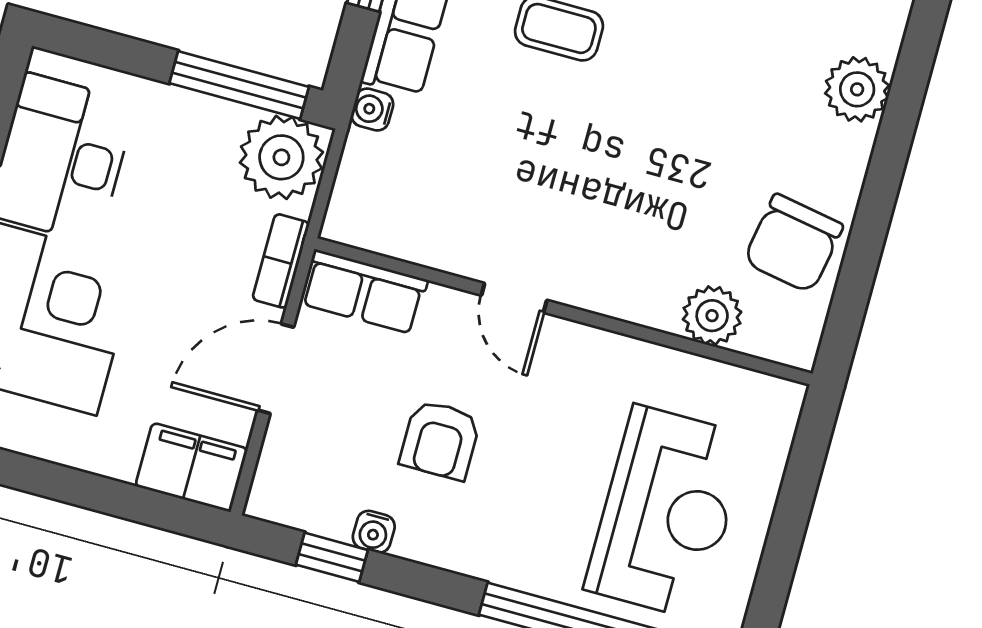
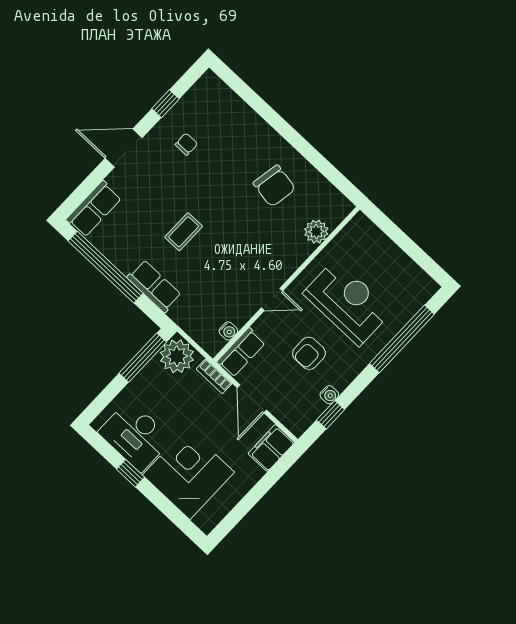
plant: (857, 89) -> (263, 136), removed
water cooler: (372, 110) -> (228, 331), moved, turned -90
chair: (793, 243) -> (274, 186), moved
armchair: (440, 440) -> (309, 353), turned 90
reception desk: (666, 512) -> (348, 302), moved

